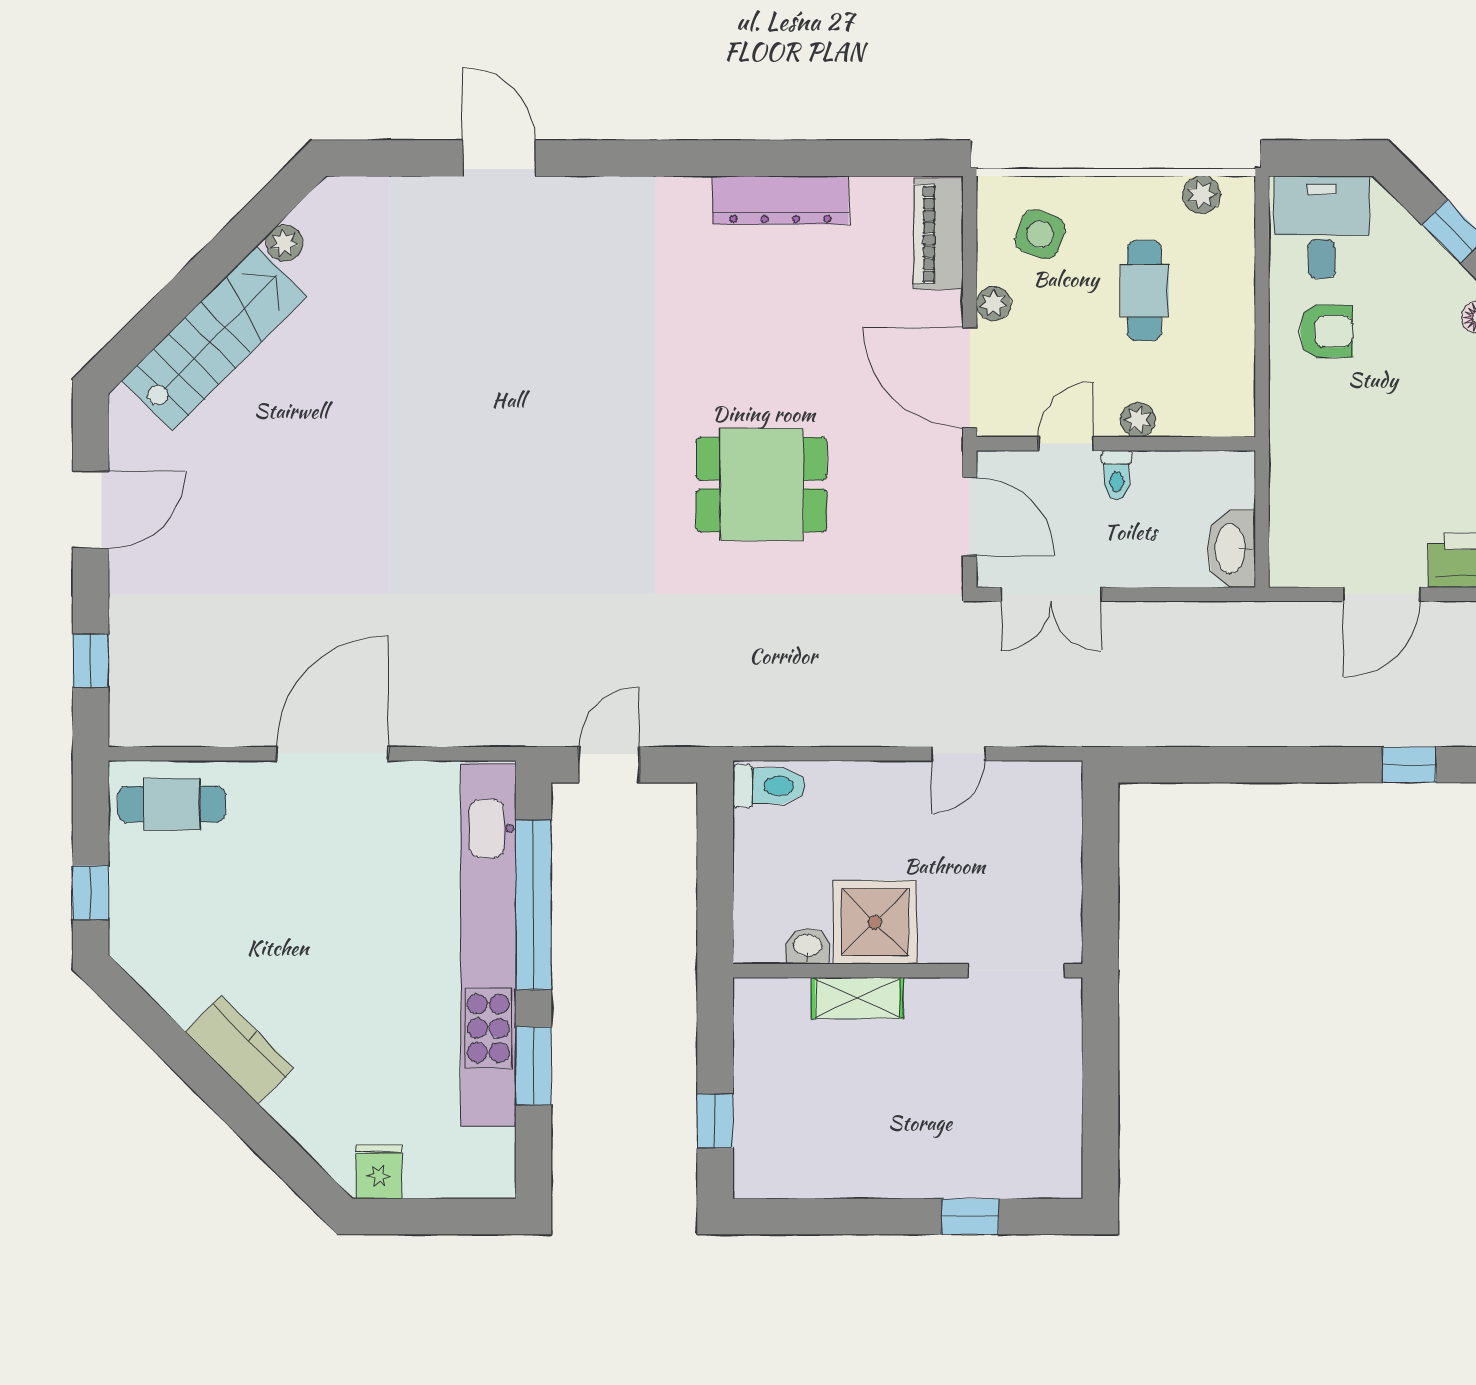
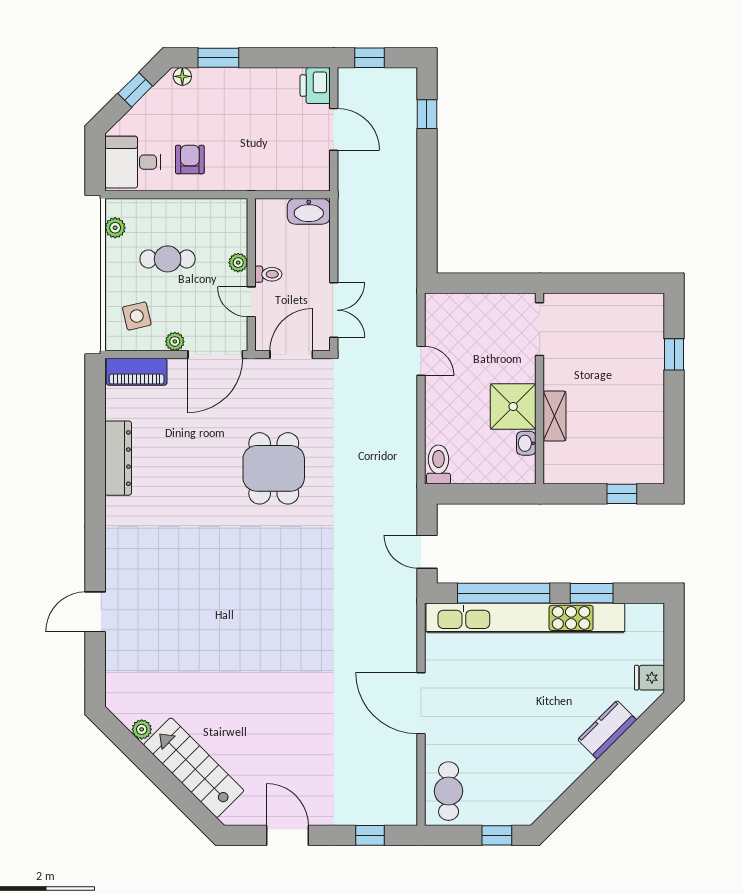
side table: (1040, 234) -> (137, 316), turned -33
kitchen counter: (240, 1050) -> (607, 730), moved

